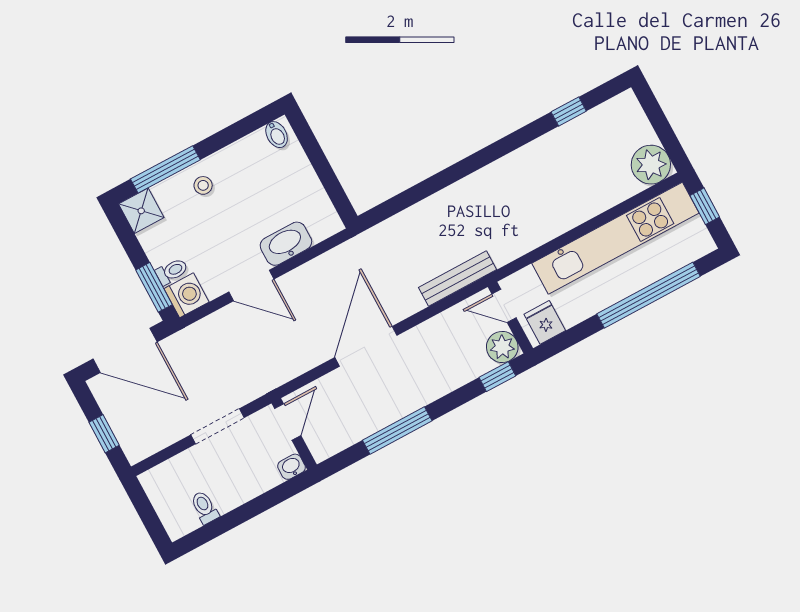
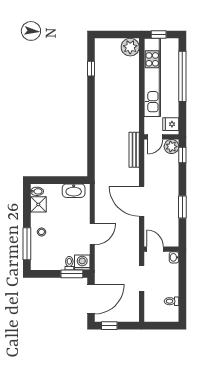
shower: (141, 211) -> (38, 204), moved
washbasin: (286, 244) -> (74, 191), moved, turned -90
window: (397, 431) -> (182, 207), width x0.69
window: (104, 434) -> (109, 326), moved

